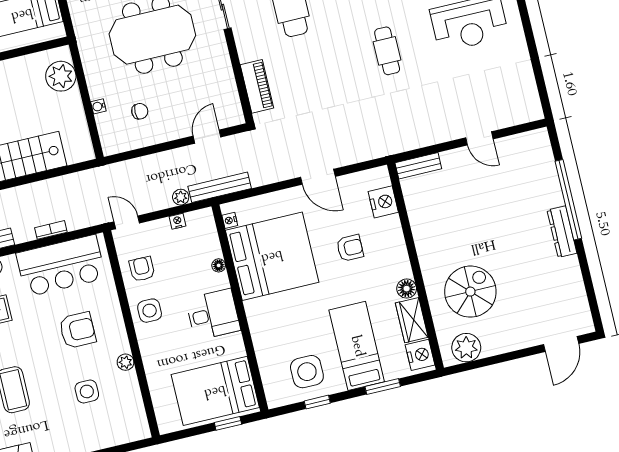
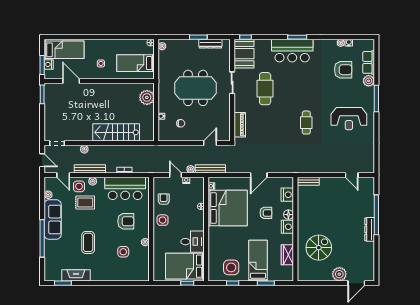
door: (479, 138) -> (352, 175), moved
door: (318, 177) -> (259, 175), hinge flipped
door: (127, 222) -> (176, 175), moved
floor lamp: (407, 289) -> (288, 215), moved
desk: (213, 315) -> (193, 242), moved
plant: (466, 348) -> (339, 274), moved
nightstand: (420, 355) -> (287, 227), moved

